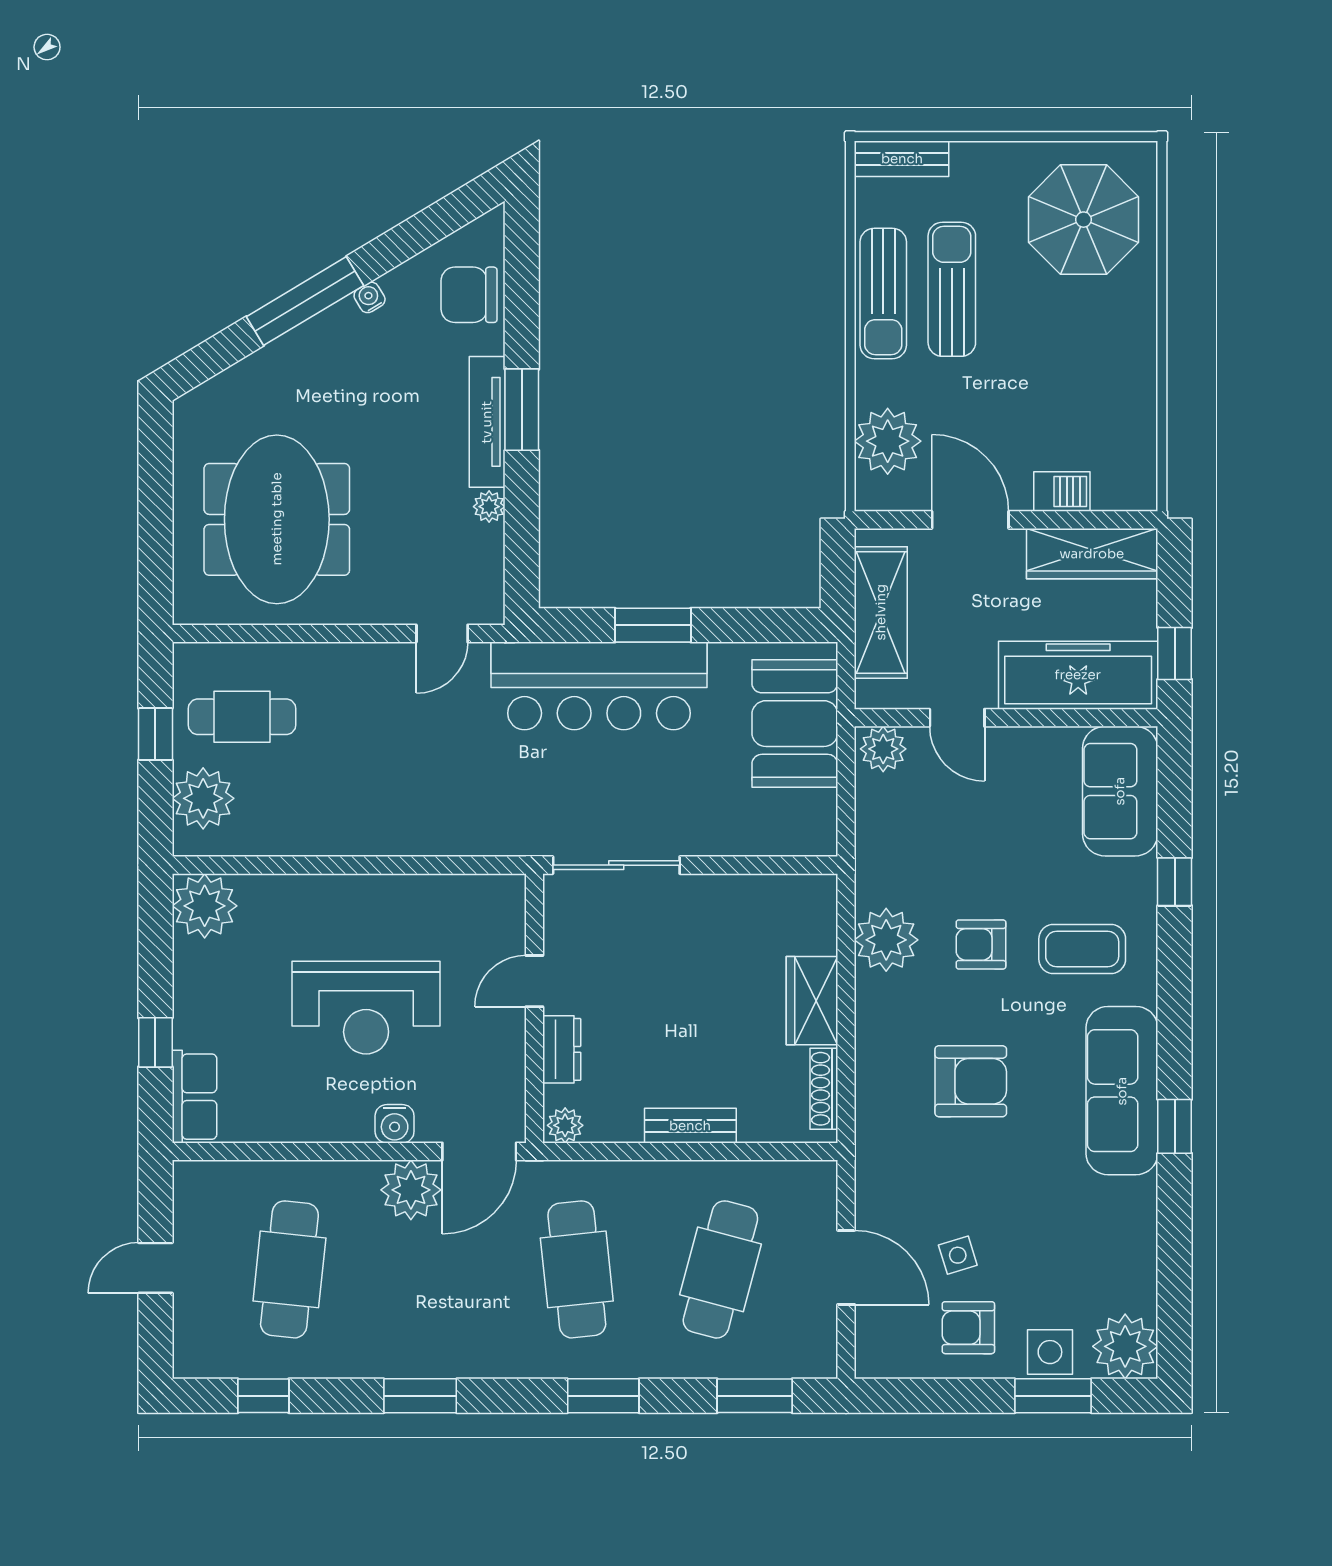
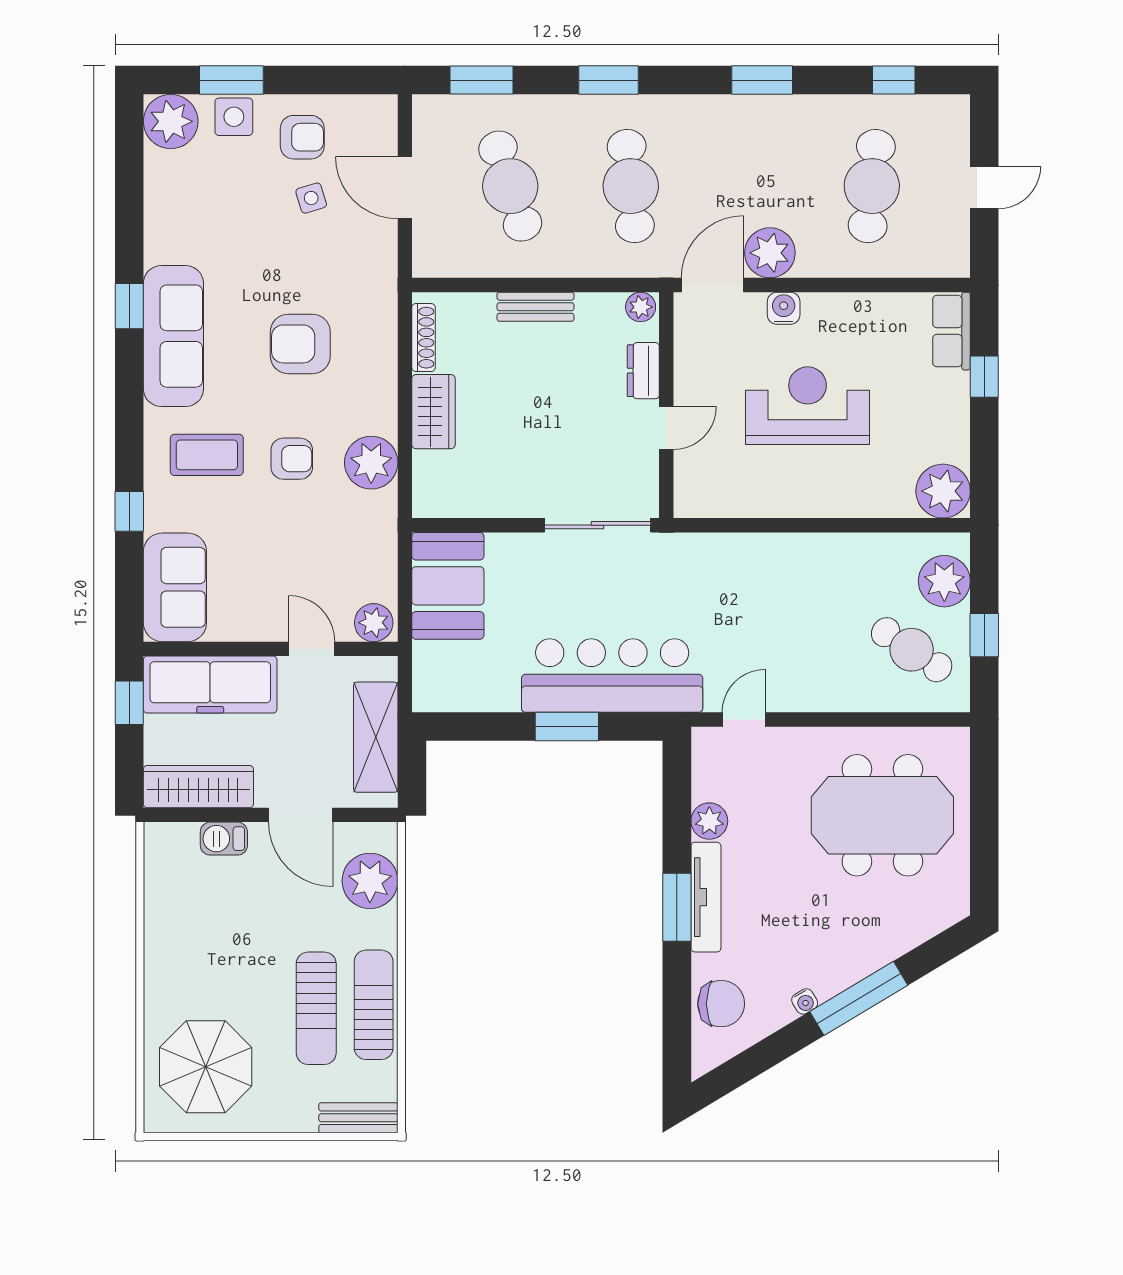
plant: (489, 507) -> (709, 821), width x1.38, depth x1.38
meeting table: (277, 519) -> (882, 815), turned 90
cafe table: (242, 717) -> (912, 650), turned 34
booth: (795, 724) -> (448, 586), moved
cafe table: (720, 1269) -> (510, 186), turned -33

